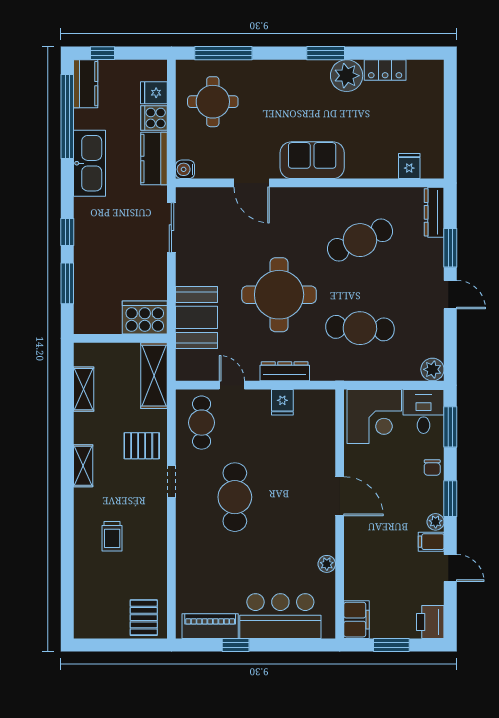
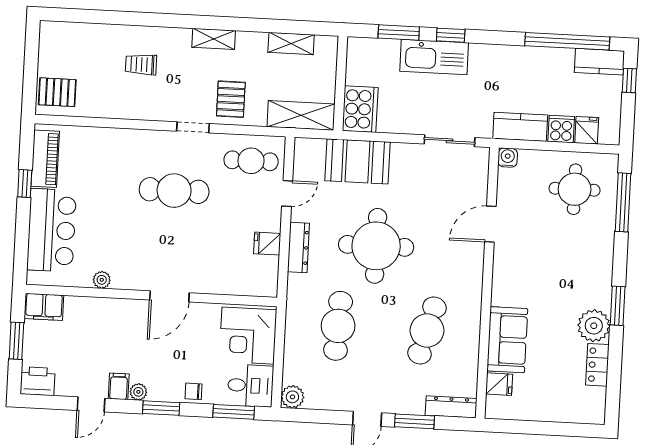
sofa: (312, 160) -> (507, 340), moved
kitchen sink: (89, 163) -> (434, 57), moved
cafe table: (360, 240) -> (427, 331), turned 39

